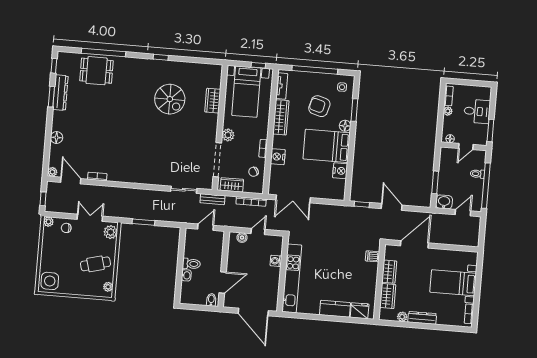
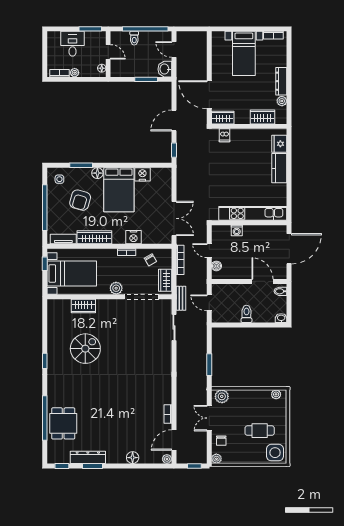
cafe table: (95, 264) -> (260, 431), moved, turned -75
wardrobe: (389, 272) -> (223, 118), moved
washbasin: (186, 275) -> (281, 318), moved

